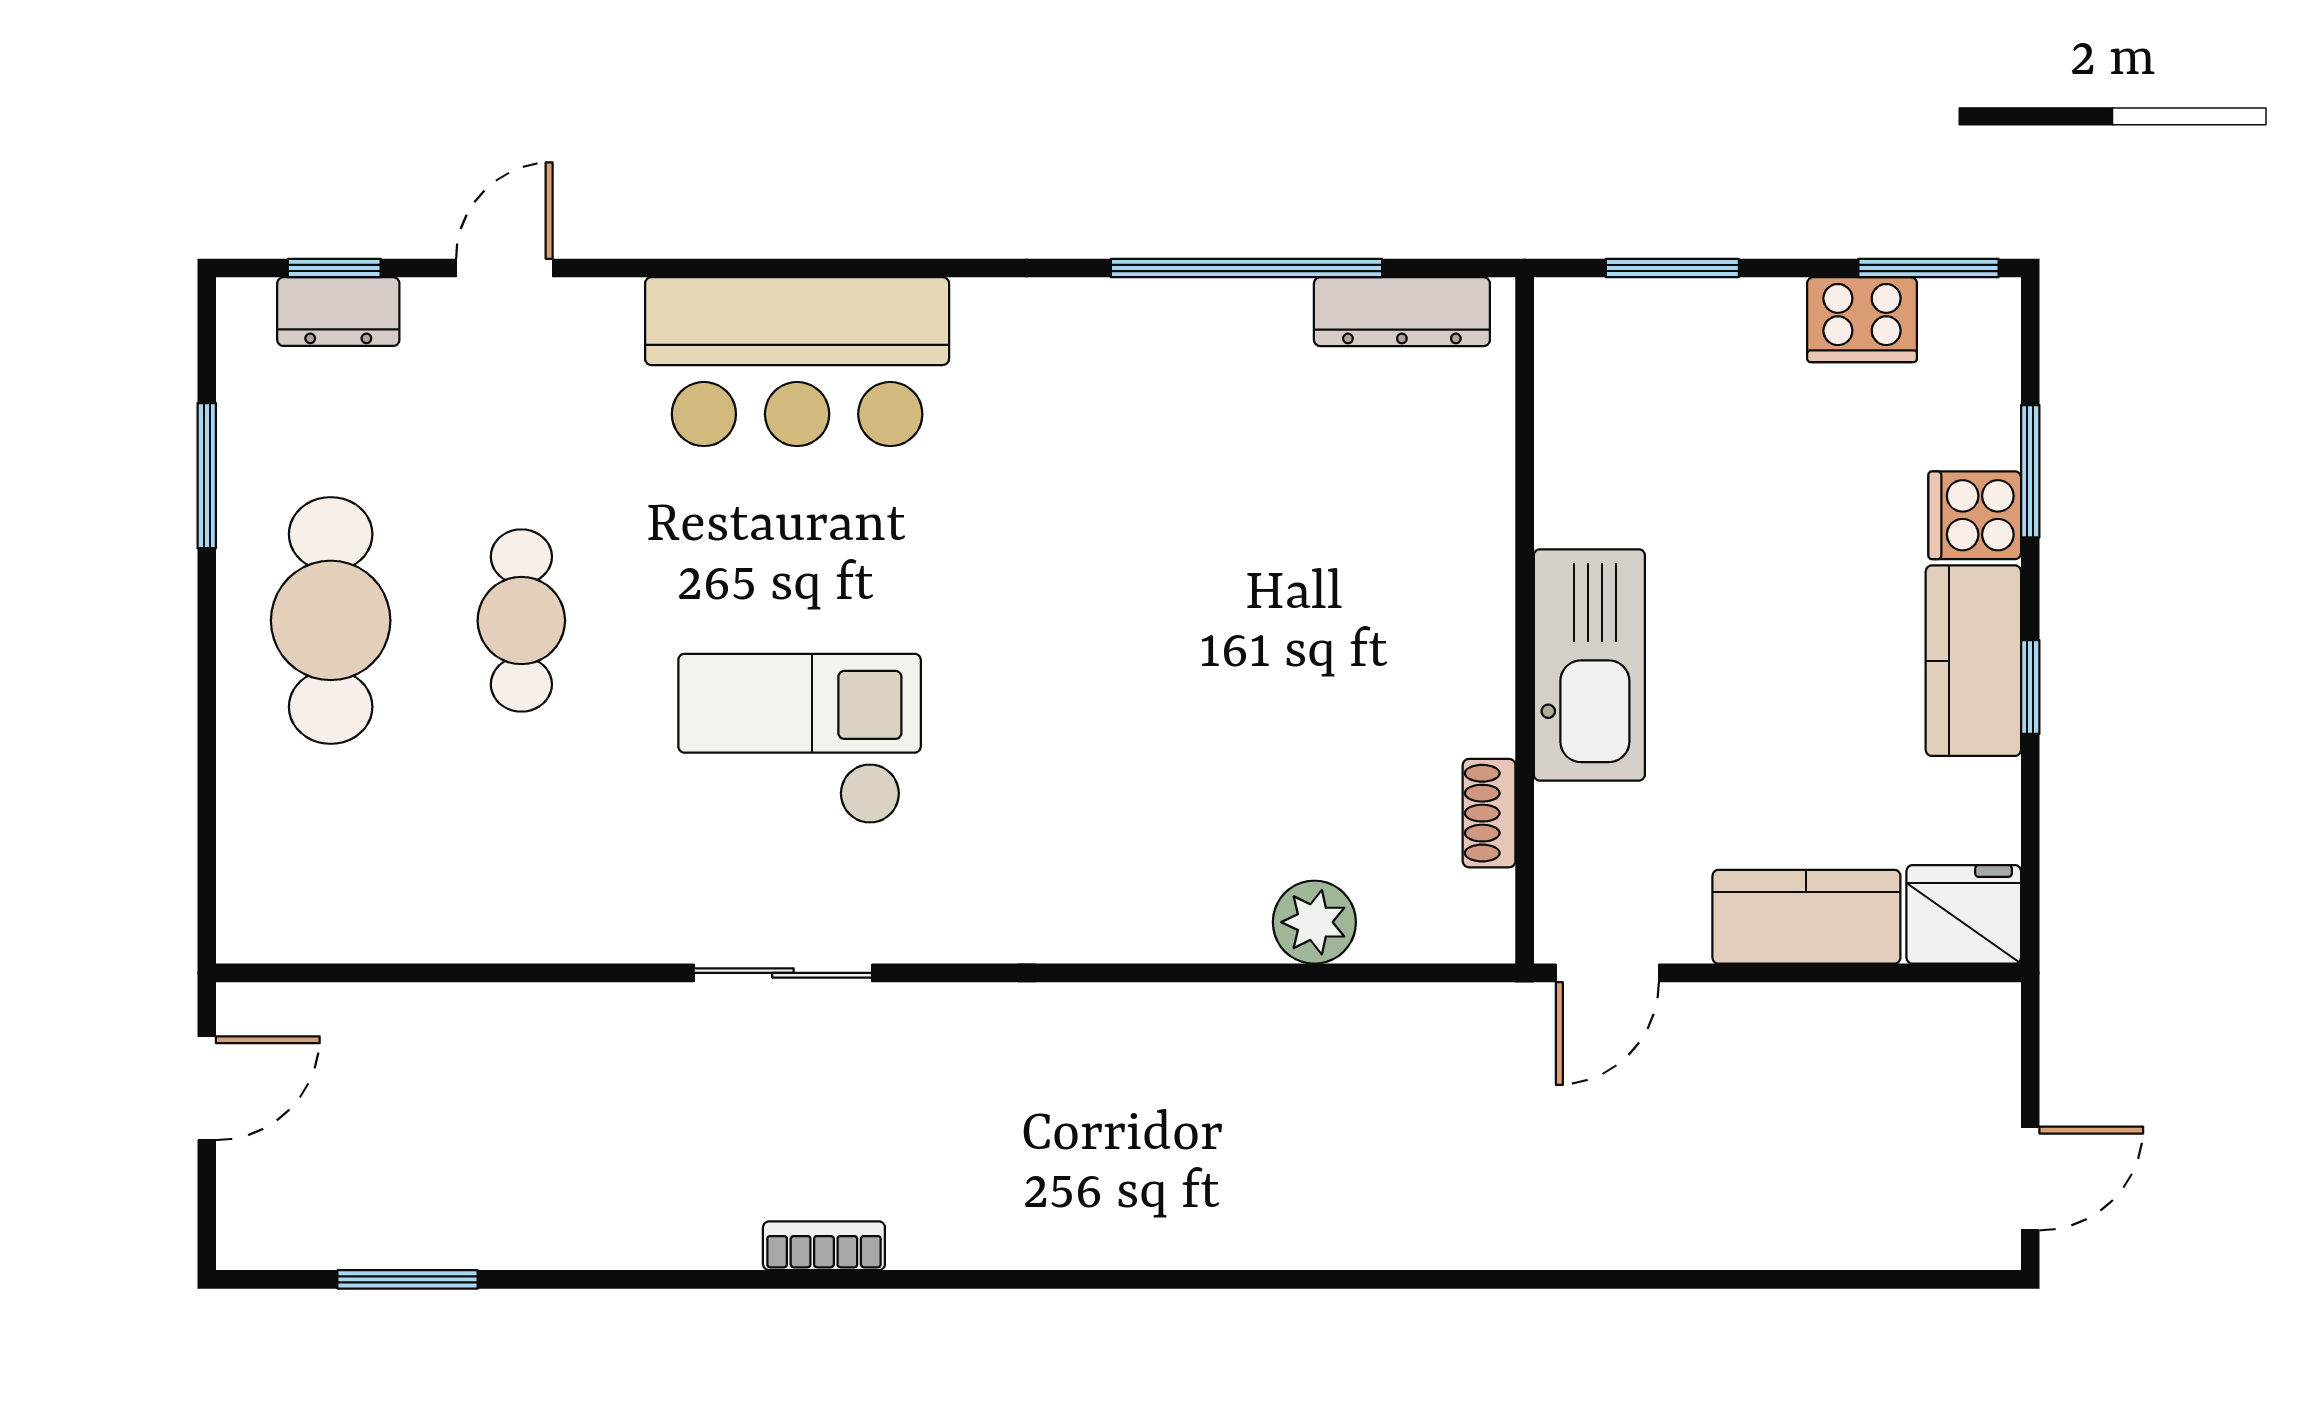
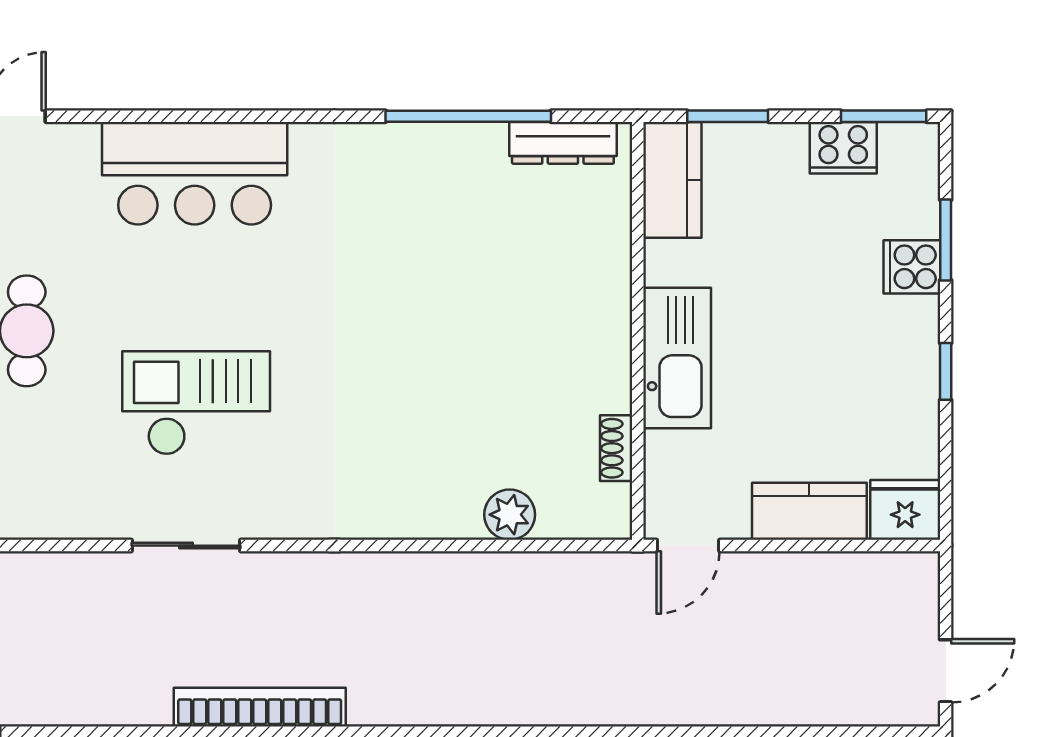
kitchen counter: (1973, 661) -> (672, 180), moved, turned 180
bookcase: (824, 1246) -> (260, 707), width x2.31, depth x1.31

